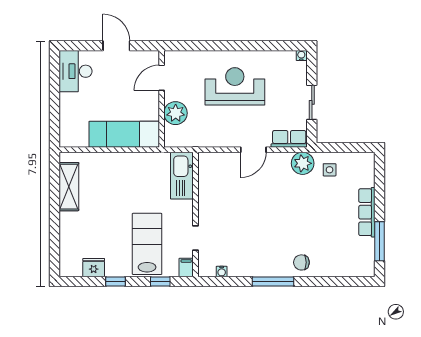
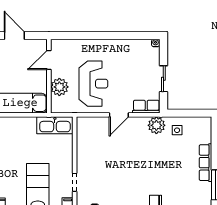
reception desk: (235, 86) -> (93, 84), moved, turned 90
kitchen sink: (182, 176) -> (55, 125), moved, turned -90

